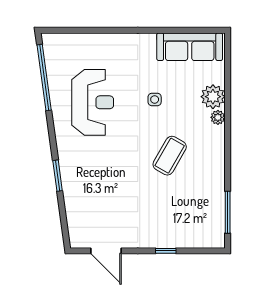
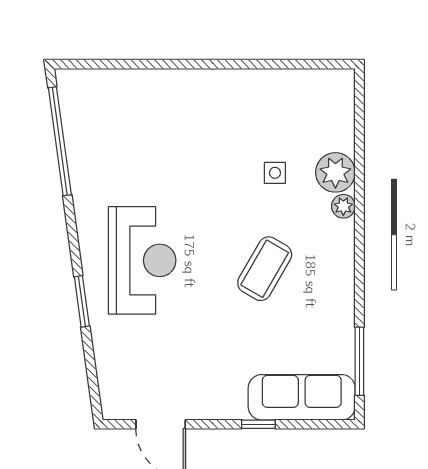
sofa: (190, 47) -> (302, 397), moved, turned 180
side table: (155, 99) -> (275, 173), moved
reception desk: (93, 102) -> (142, 260), moved

